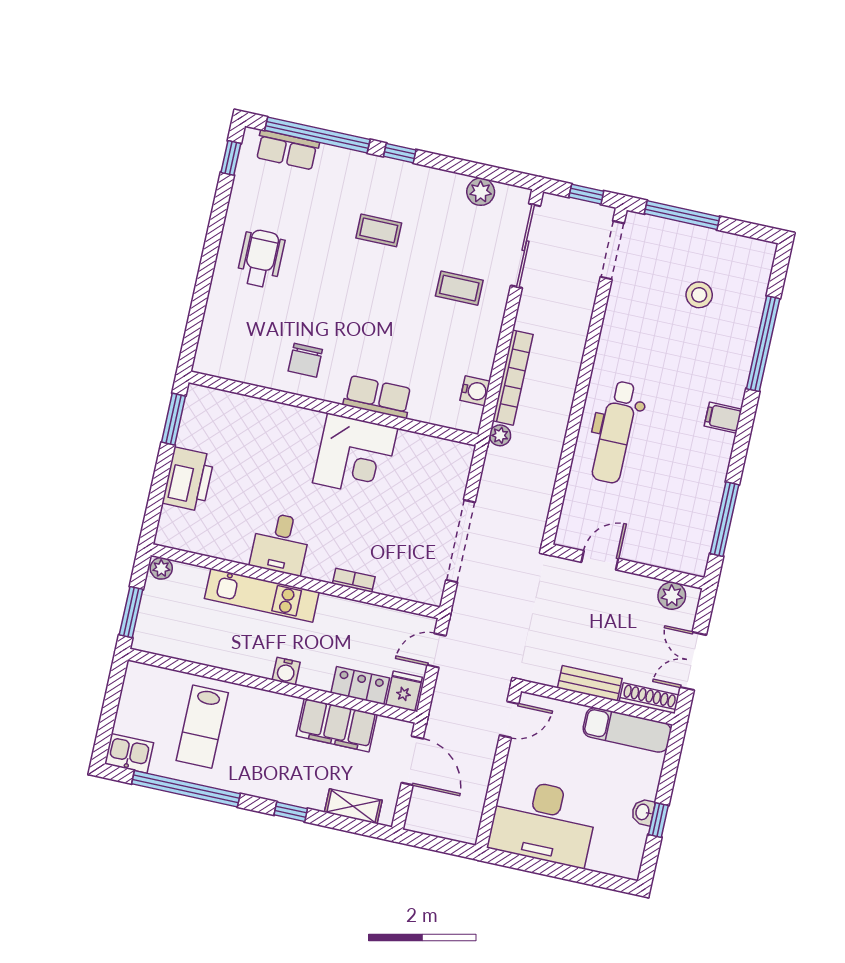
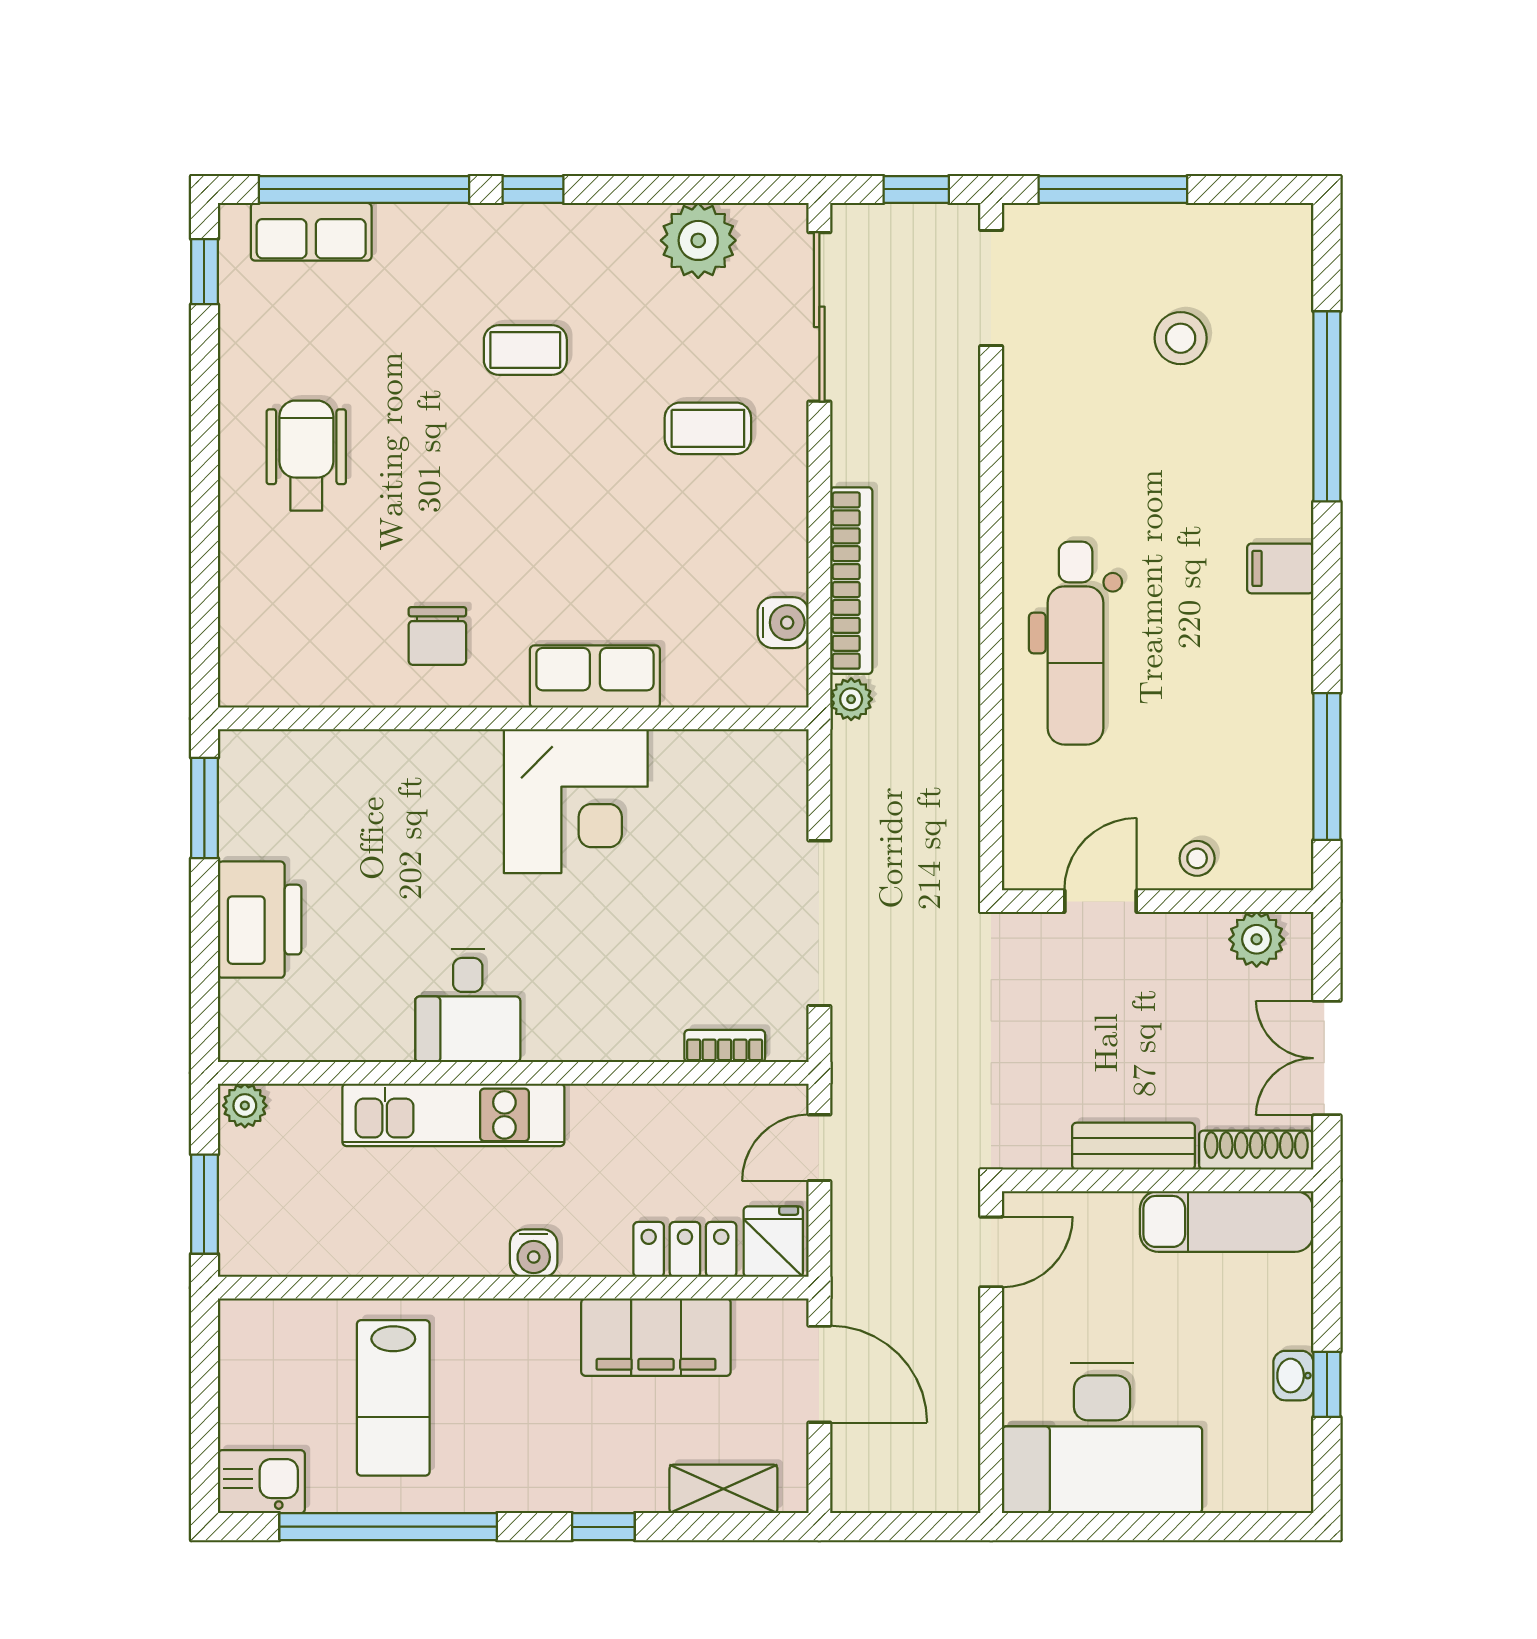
plant: (481, 192) -> (698, 240), width x1.36, depth x1.36
stool: (651, 550) -> (1197, 858), added
bookcase: (354, 580) -> (725, 1046), moved

